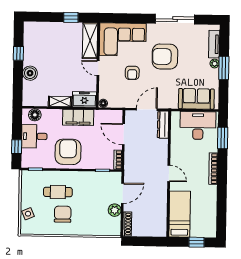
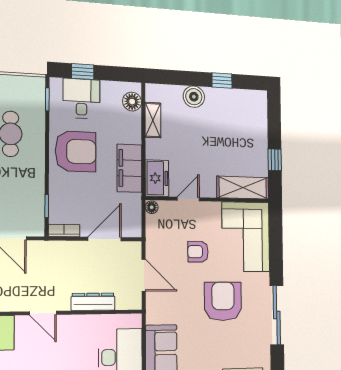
door: (98, 68) -> (188, 199), moved
shelving: (60, 102) -> (153, 120), moved
dresser: (163, 125) -> (93, 302), moved
desk: (34, 136) -> (82, 99), moved
door: (169, 173) -> (43, 313), hinge flipped

